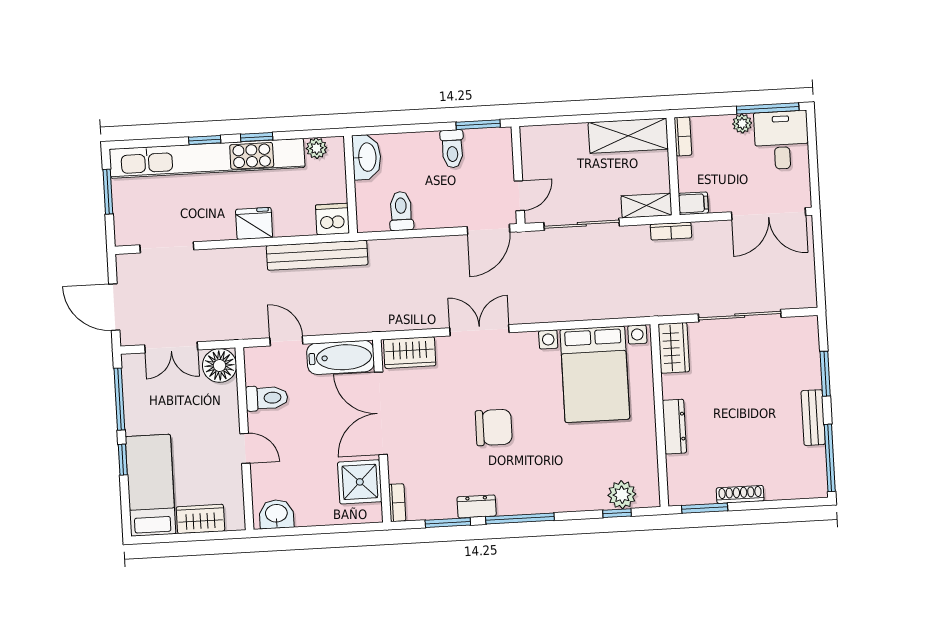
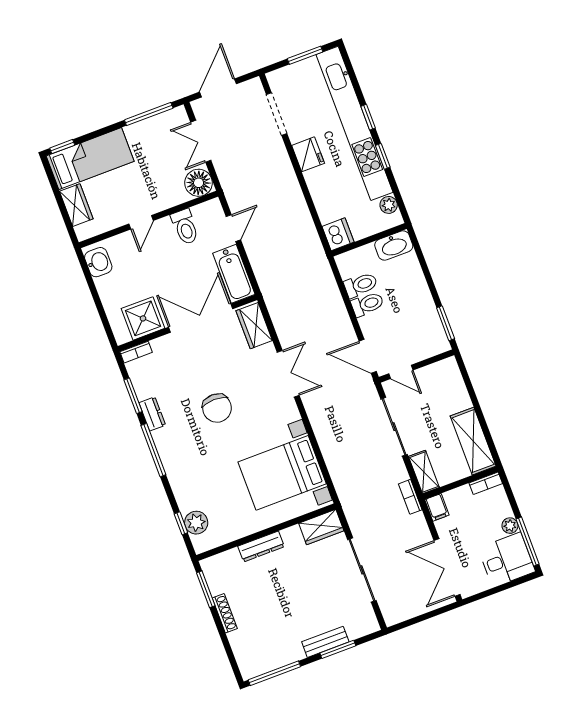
toilet: (452, 149) -> (367, 304), moved, turned 180
fridge: (254, 223) -> (308, 154), moved
bench: (317, 255) -> (307, 231), removed
bench: (813, 418) -> (325, 642), moved
window: (123, 460) -> (62, 147), moved

